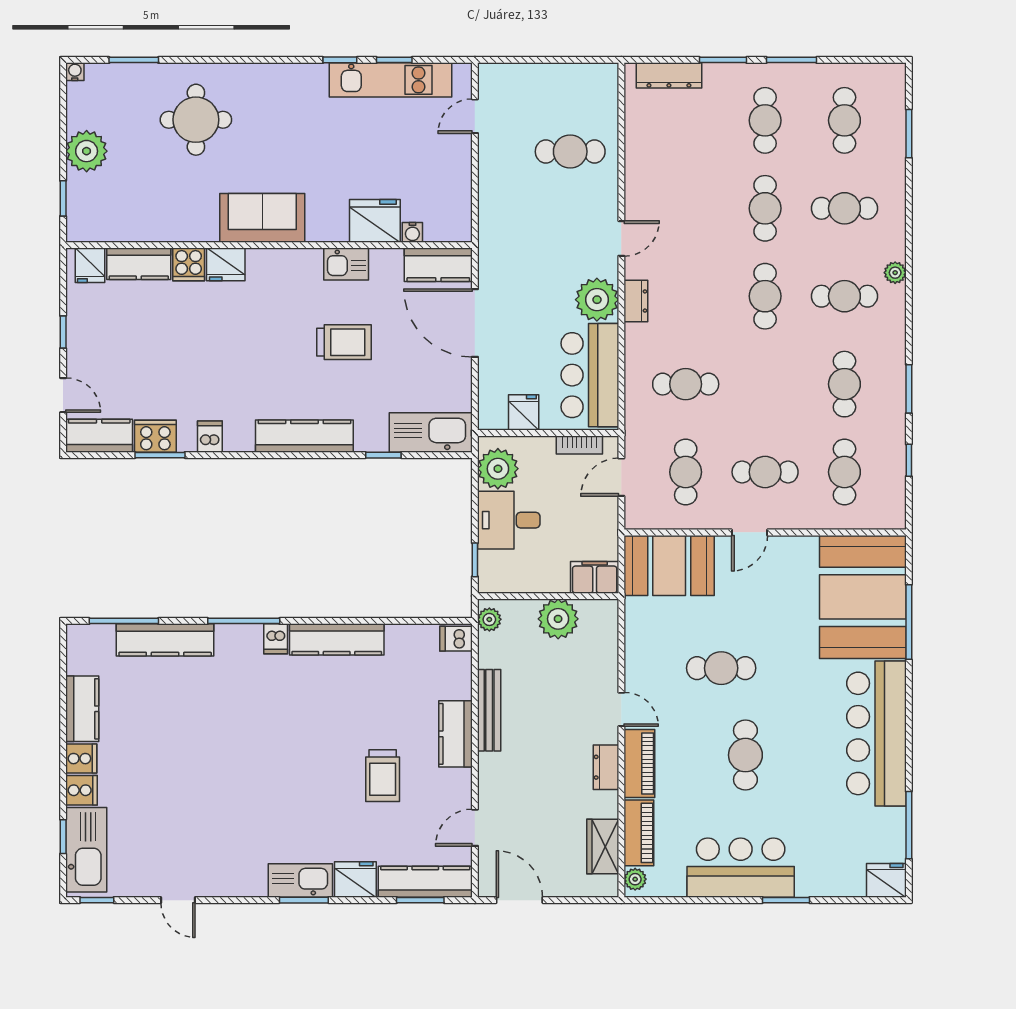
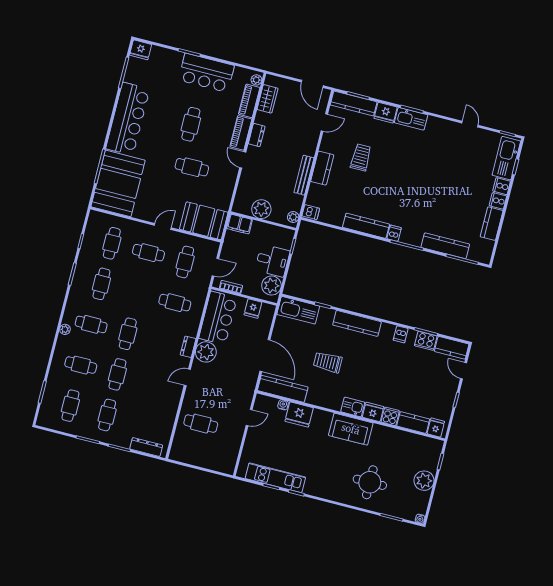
door: (475, 116) -> (249, 418), moved
kitchen sink: (346, 264) -> (353, 407), moved
kitchen counter: (438, 265) -> (283, 389), width x1.50

